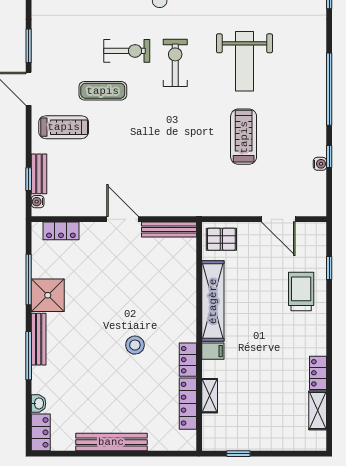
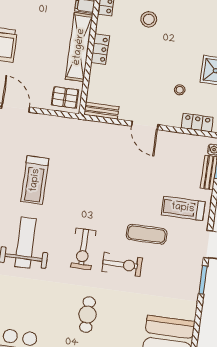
exercise bike: (127, 51) -> (122, 265), turned 180
bench: (169, 229) -> (101, 111), width x0.73
stool: (87, 267) -> (180, 90), added
locker: (188, 302) -> (100, 49), added

